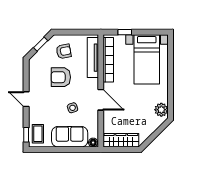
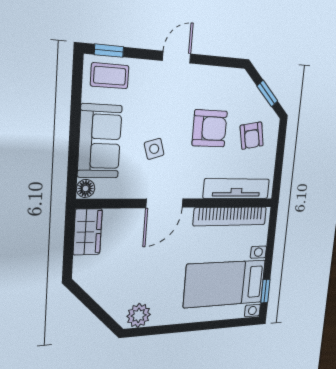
window: (125, 32) -> (265, 291), moved
armchair: (61, 77) -> (210, 128), turned 90
wardrobe: (121, 140) -> (88, 232), width x0.67

